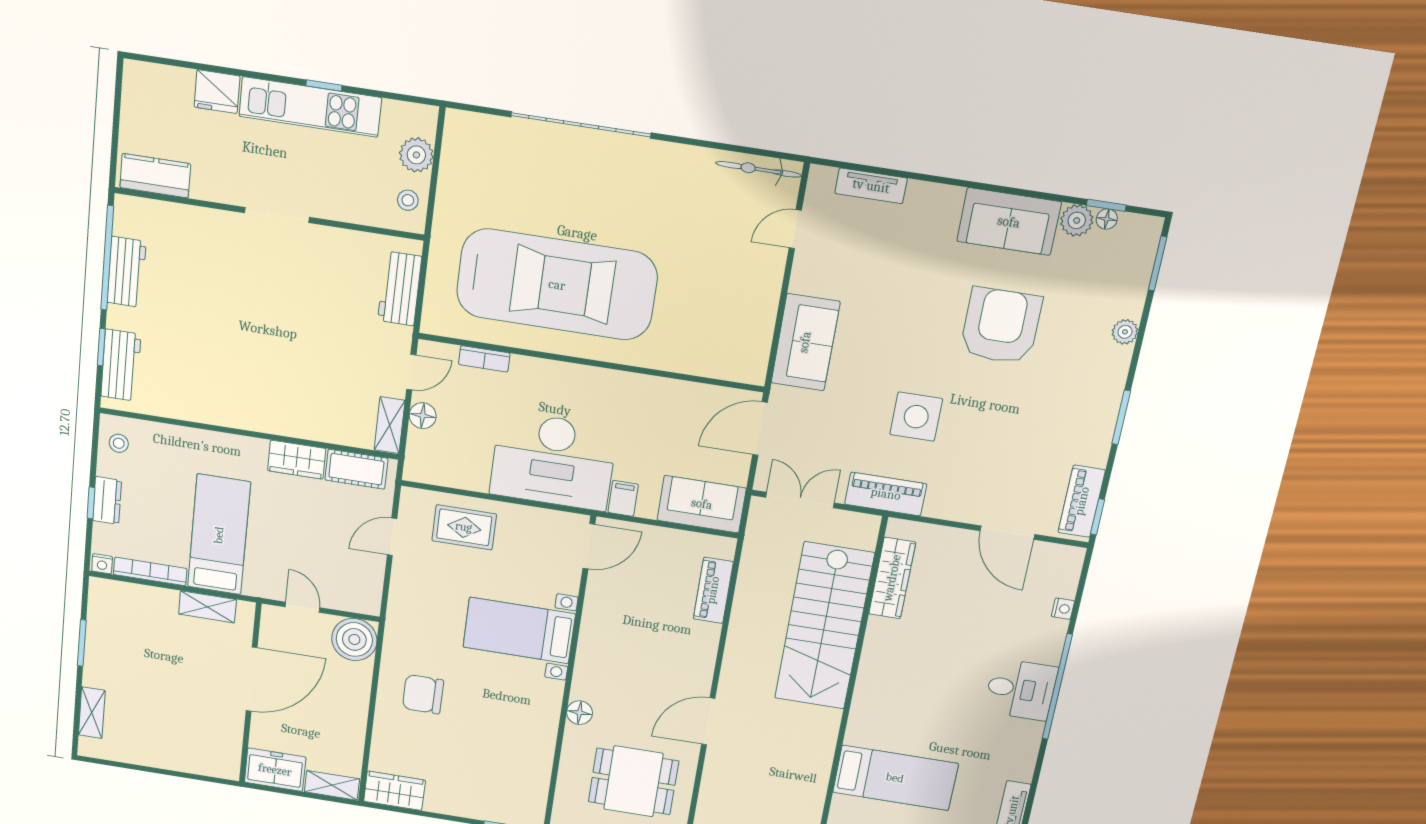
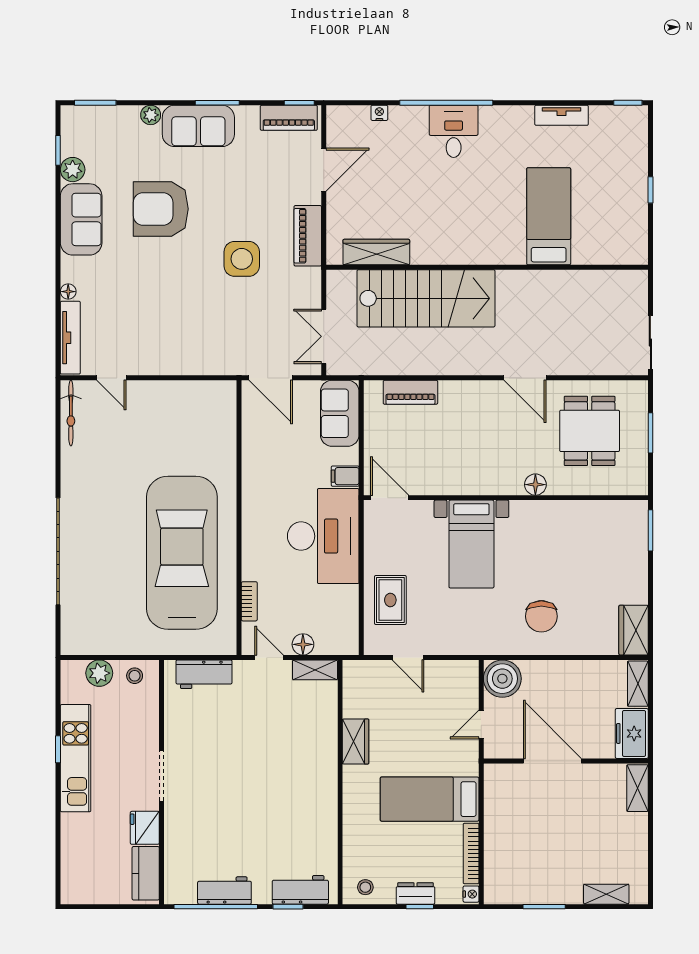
fridge: (217, 92) -> (145, 828), moved, turned 180
tv unit: (871, 186) -> (70, 338), width x1.41
floor lamp: (1107, 219) -> (68, 292), moved
sofa: (805, 342) -> (198, 126), moved, turned 180
cot: (356, 469) -> (356, 693), removed
piano: (886, 494) -> (308, 236), moved
shelving: (207, 607) -> (637, 788), moved

